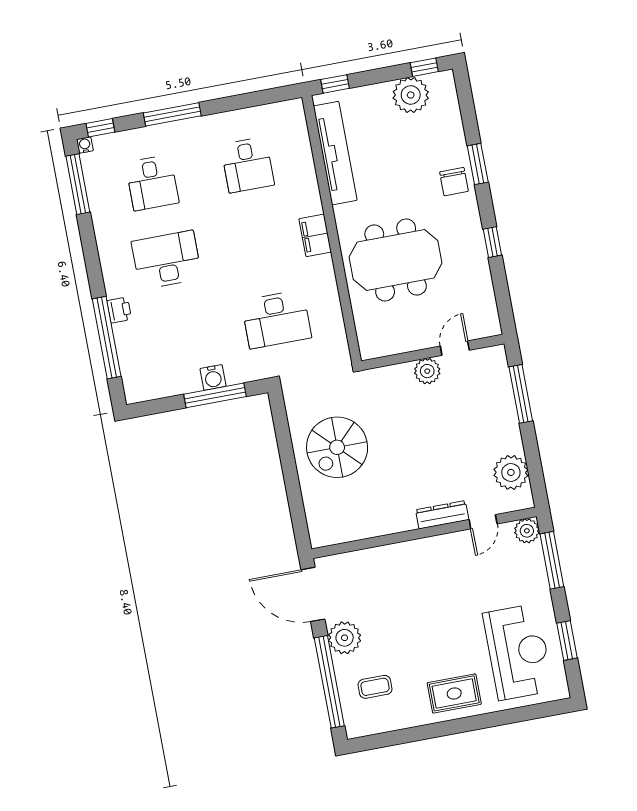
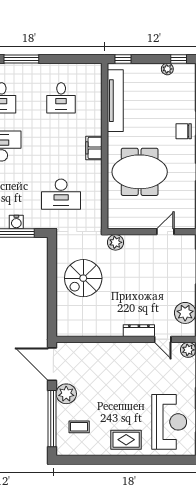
plant: (411, 95) -> (167, 69), width x0.53, depth x0.53
chair: (454, 182) -> (184, 131), turned 90
plant: (427, 371) -> (116, 242), moved
door: (483, 522) -> (163, 339), hinge flipped

